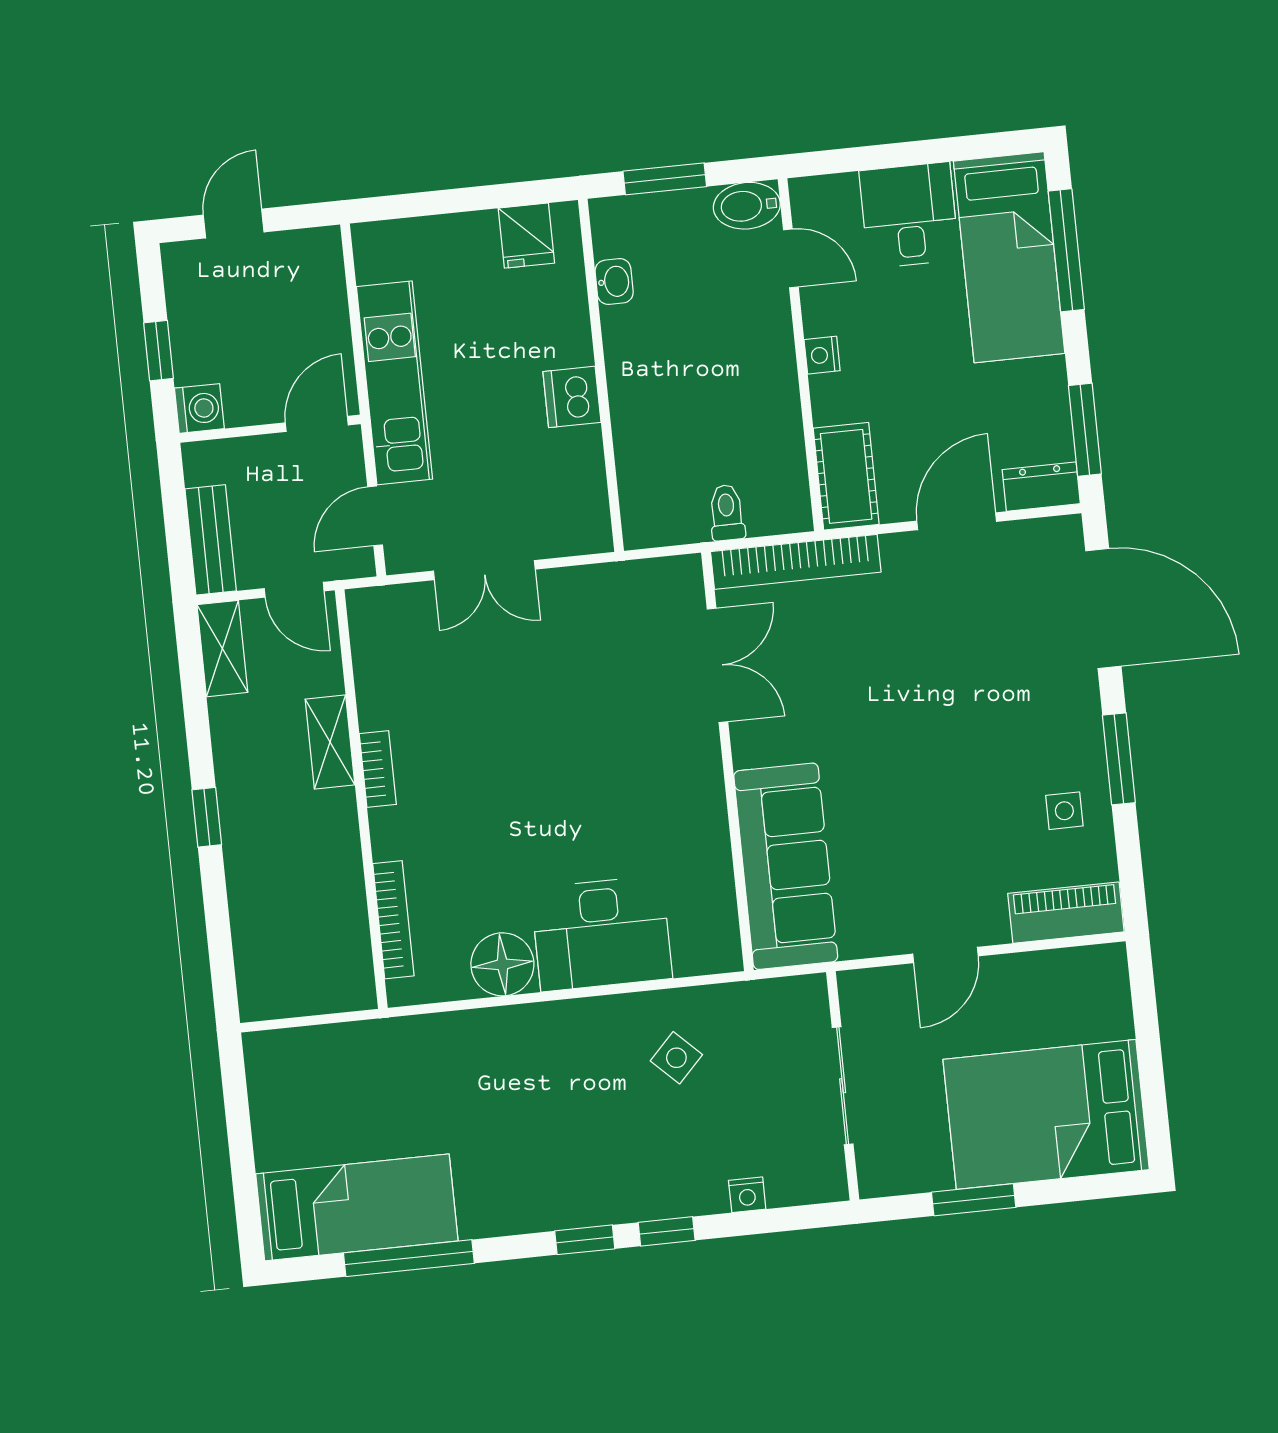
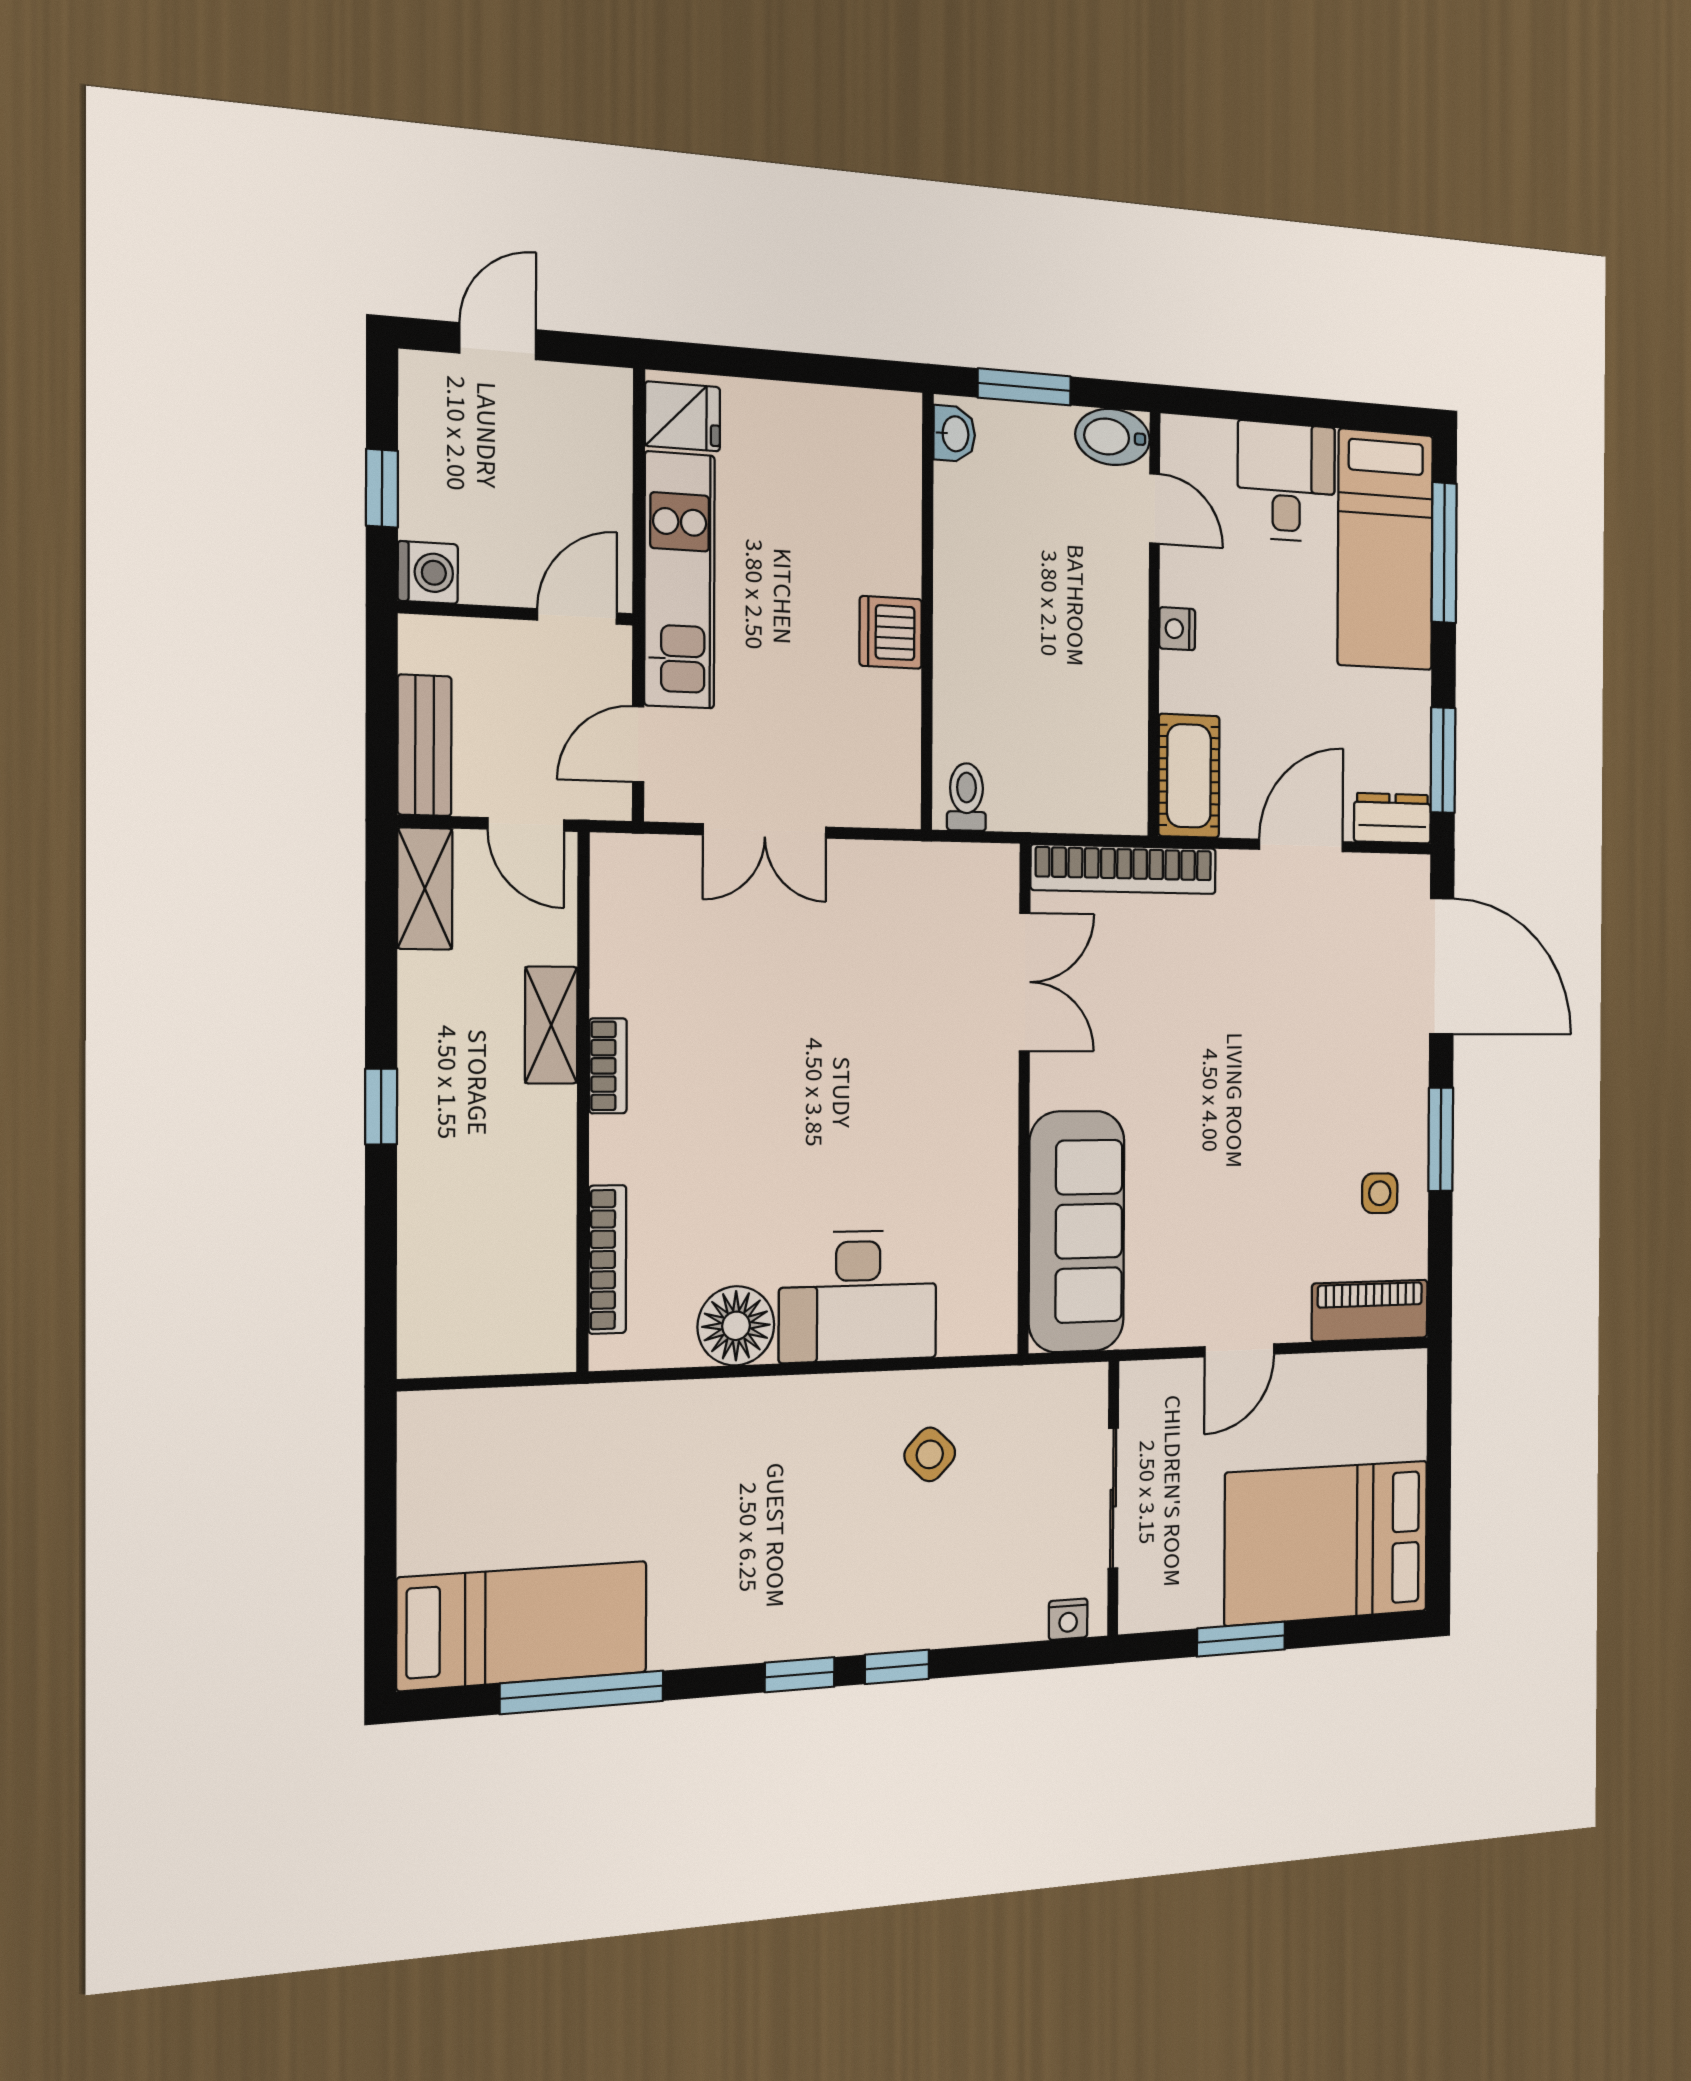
fridge: (526, 236) -> (683, 416), moved, turned -90
washbasin: (614, 282) -> (954, 434), moved
toilet: (727, 513) -> (966, 797), moved
nightstand: (747, 1195) -> (1068, 1619), moved

